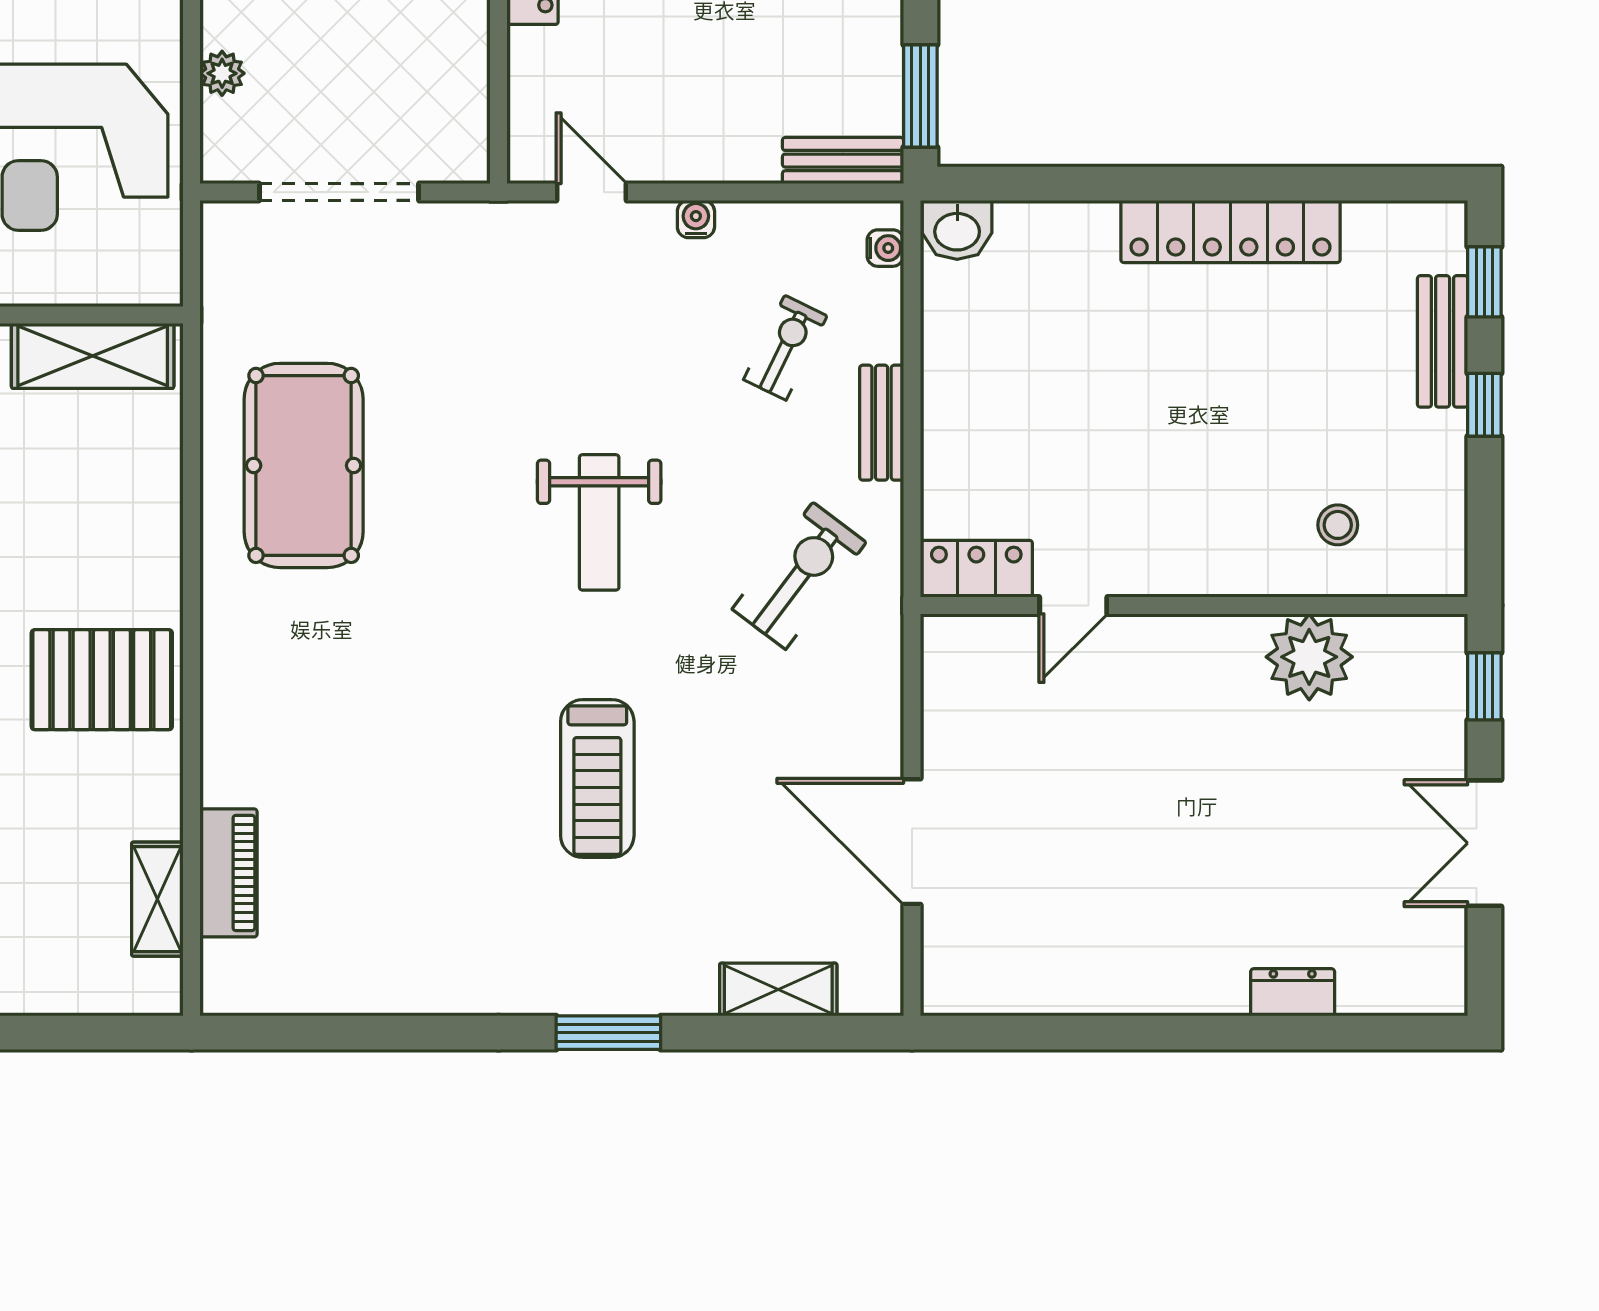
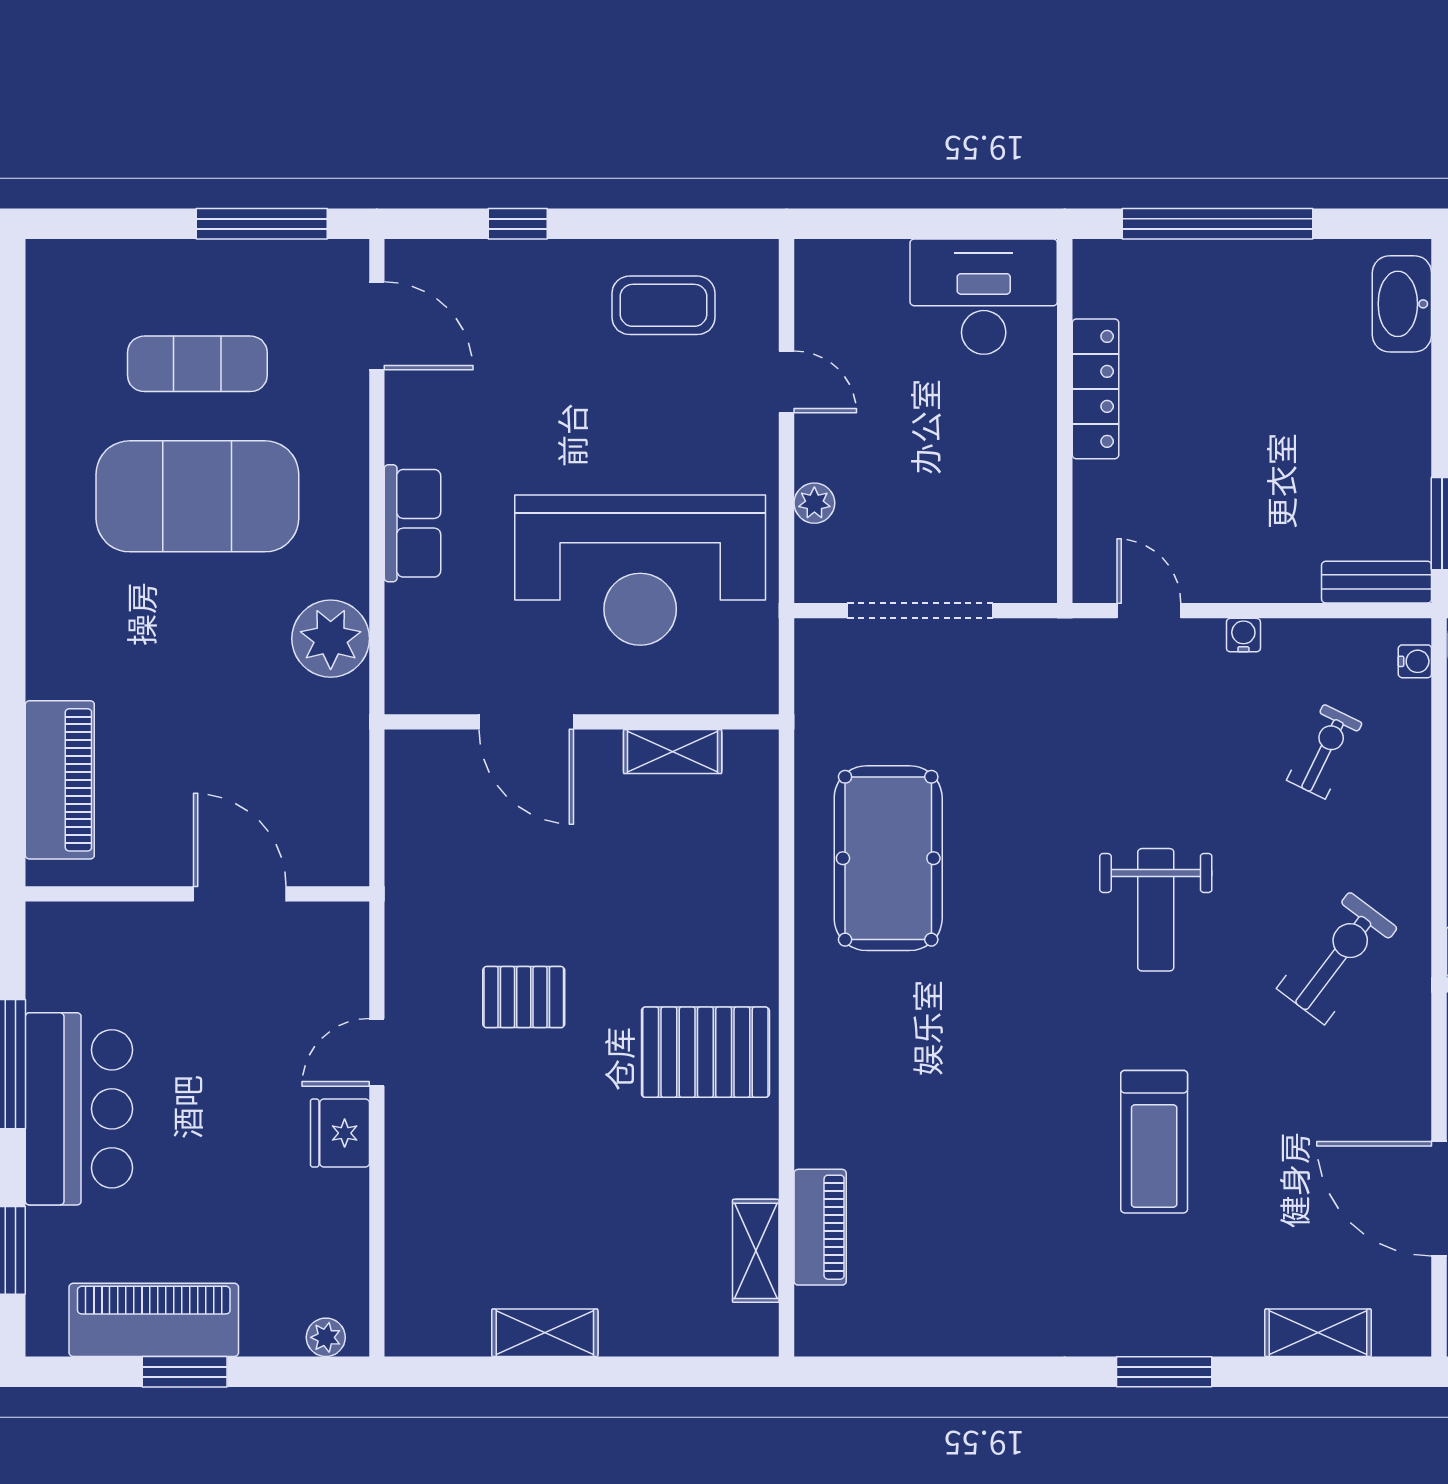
shelving: (93, 356) -> (673, 752), width x0.67, depth x0.75
bench: (882, 423) -> (1412, 819), removed

